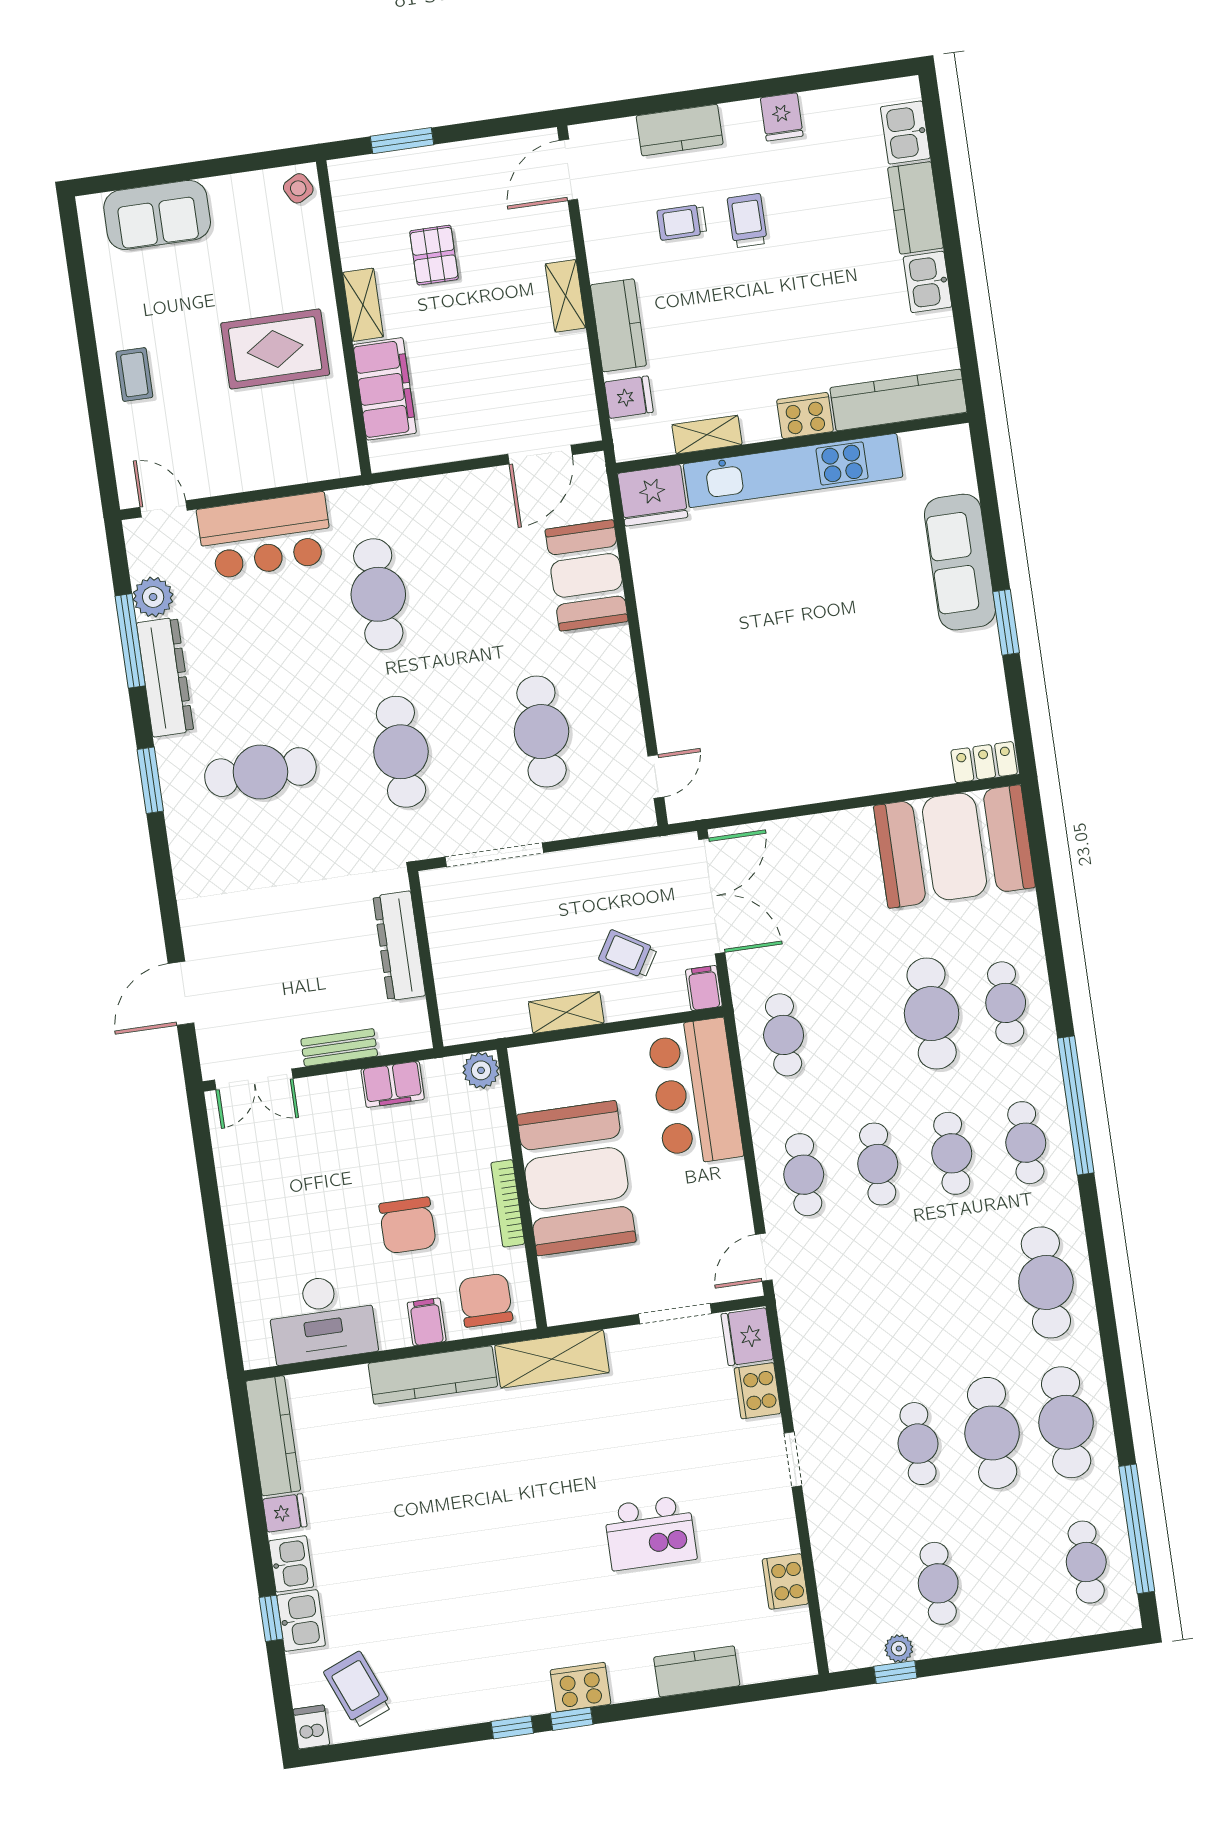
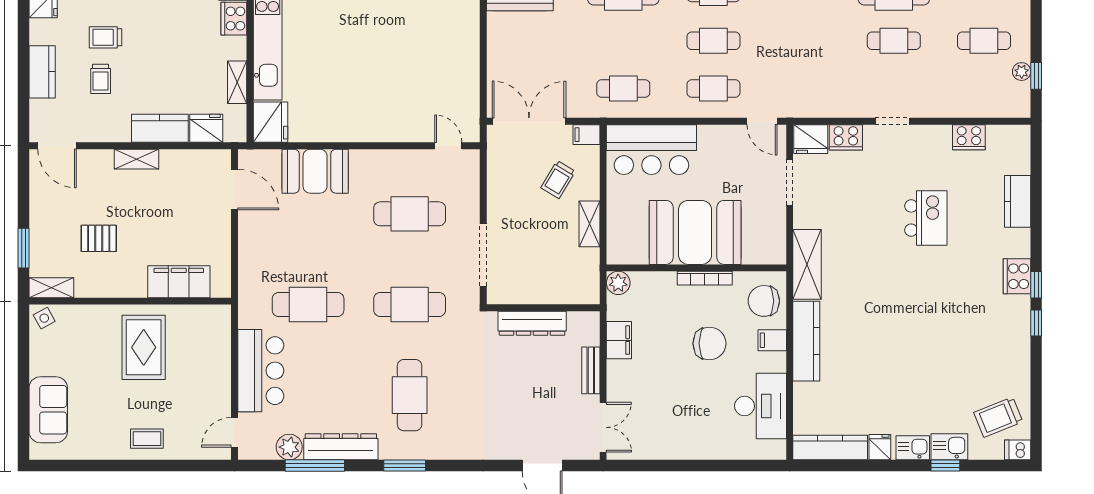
shelving: (363, 305) -> (51, 288), moved
fridge: (629, 397) -> (206, 128), width x1.38

